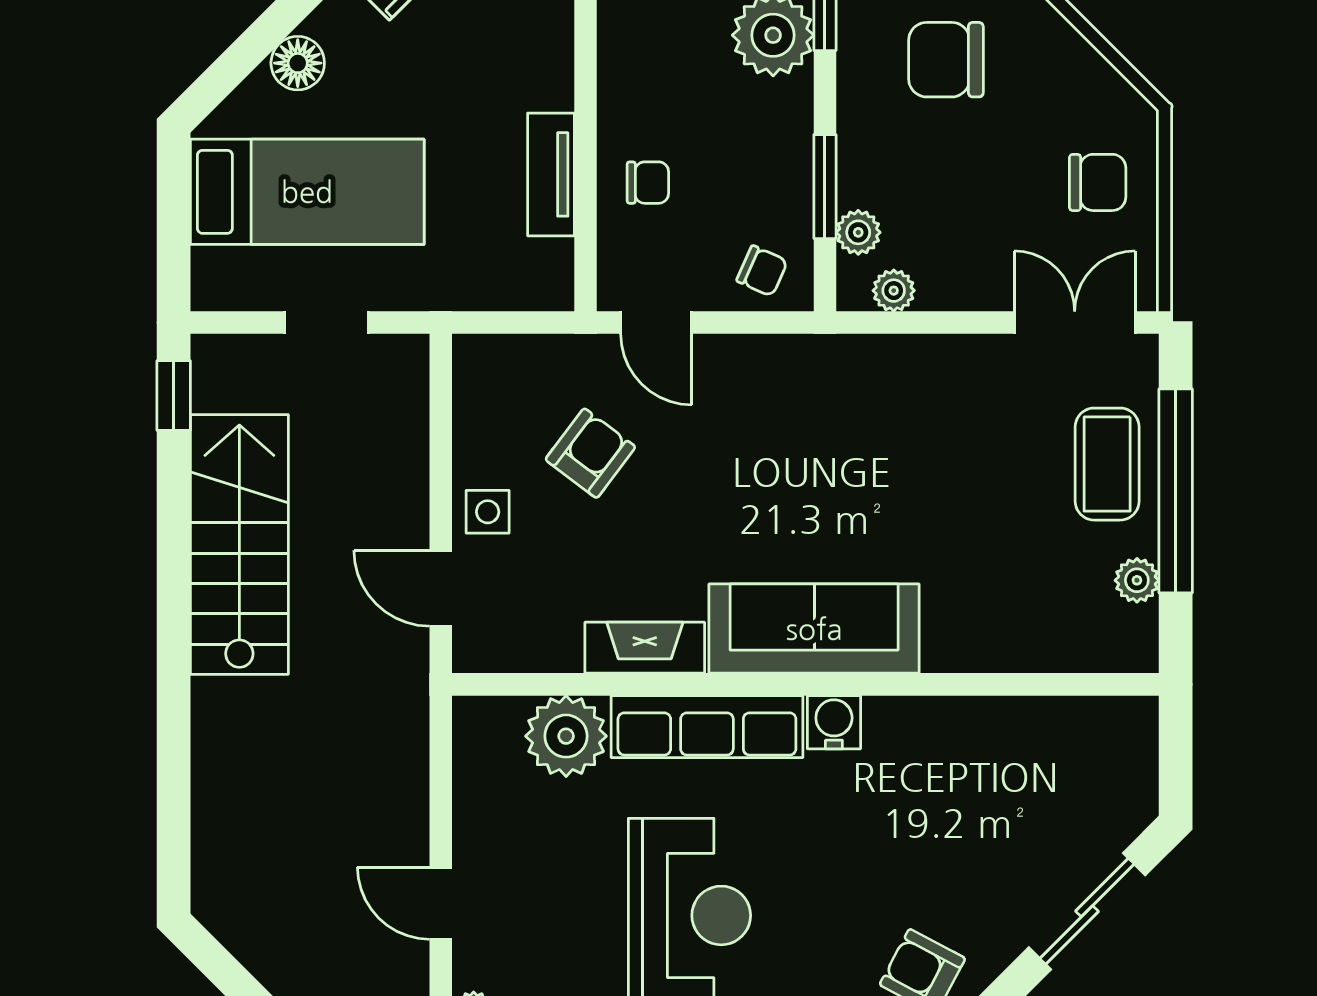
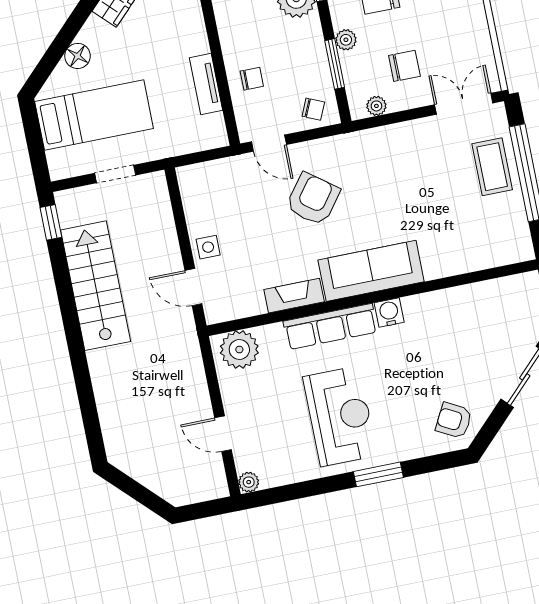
chair: (1098, 182) -> (404, 66), moved
plant: (858, 232) -> (346, 40), moved
armchair: (590, 453) -> (313, 199), moved, width x1.38, depth x1.38
plant: (1137, 580) -> (517, 218), removed
plant: (566, 736) -> (239, 350), moved

